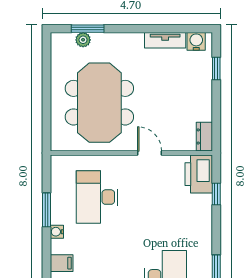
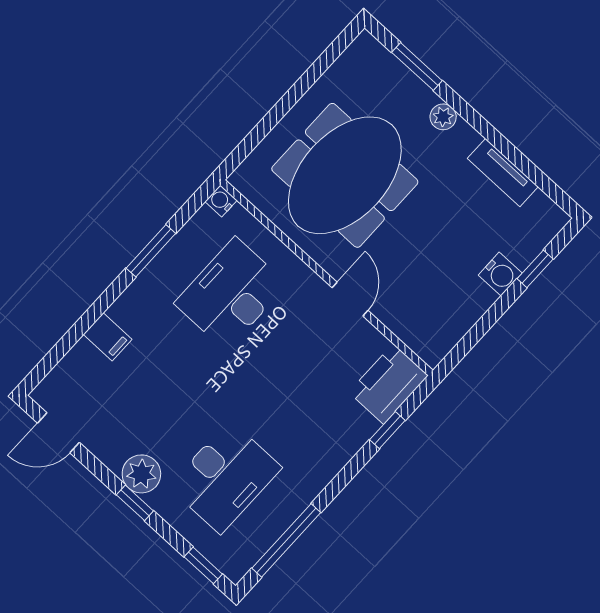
plant: (83, 40) -> (443, 117), moved
water cooler: (196, 41) -> (500, 274), moved, turned 90
dresser: (204, 136) -> (440, 342), removed
water cooler: (57, 232) -> (221, 201), moved

